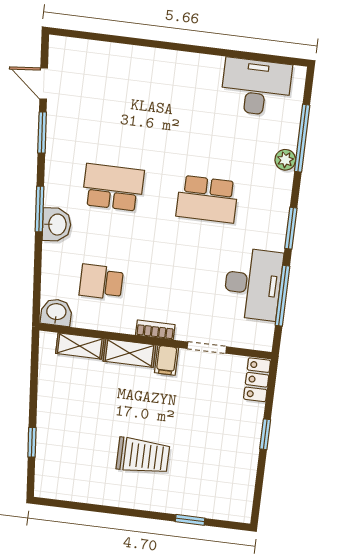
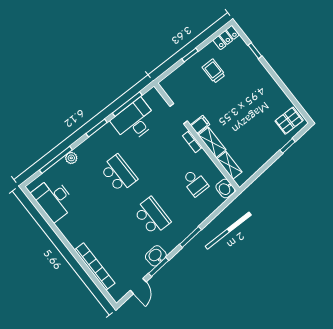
bookcase: (122, 54) -> (95, 267), added
school desk: (113, 187) -> (152, 216), turned 180
washbasin: (57, 224) -> (156, 256), moved
locker: (257, 380) -> (226, 38), moved
trolley: (143, 456) -> (214, 71), moved, width x0.73, depth x0.72
pallet: (61, 475) -> (289, 121), added

